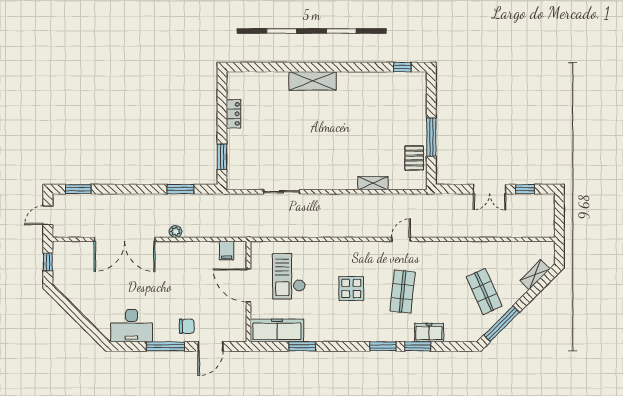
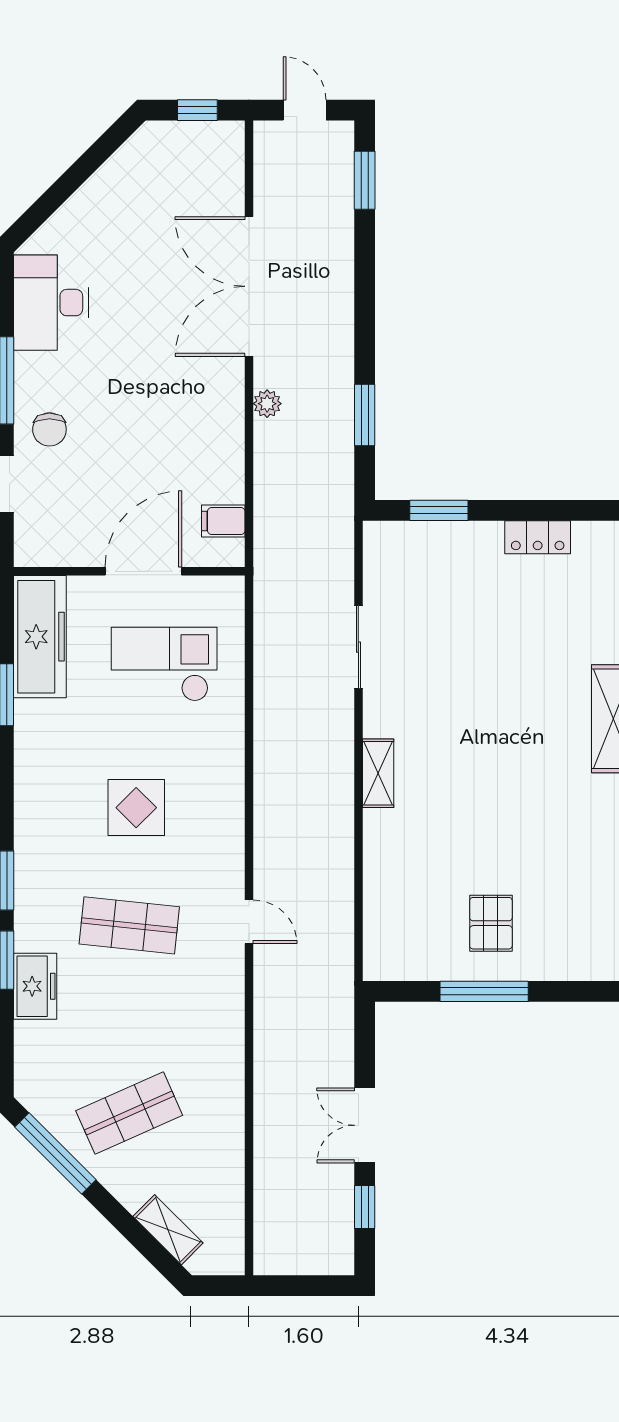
pallet: (414, 158) -> (491, 923), moved, turned 90
shelving: (373, 183) -> (378, 773), moved

